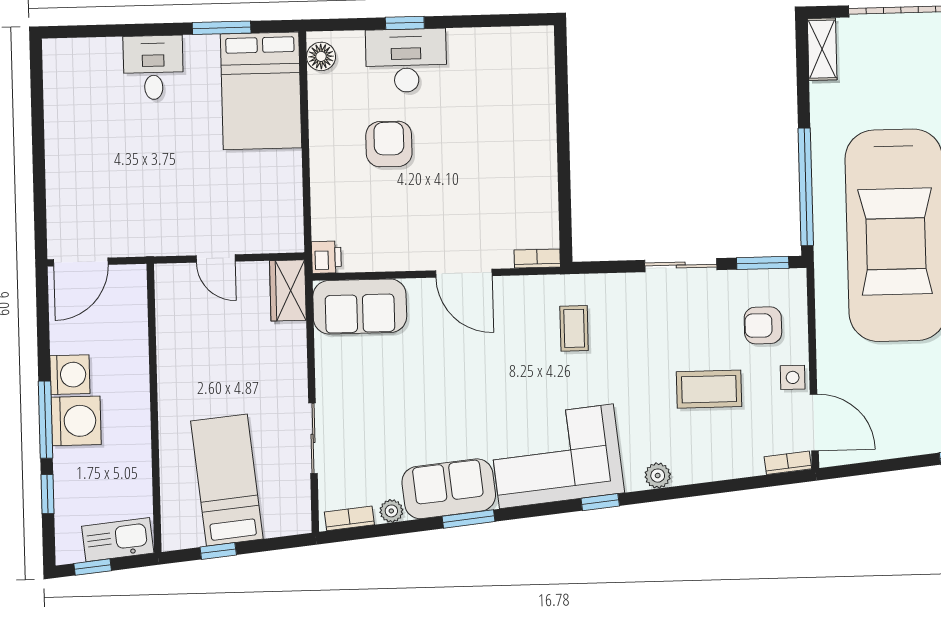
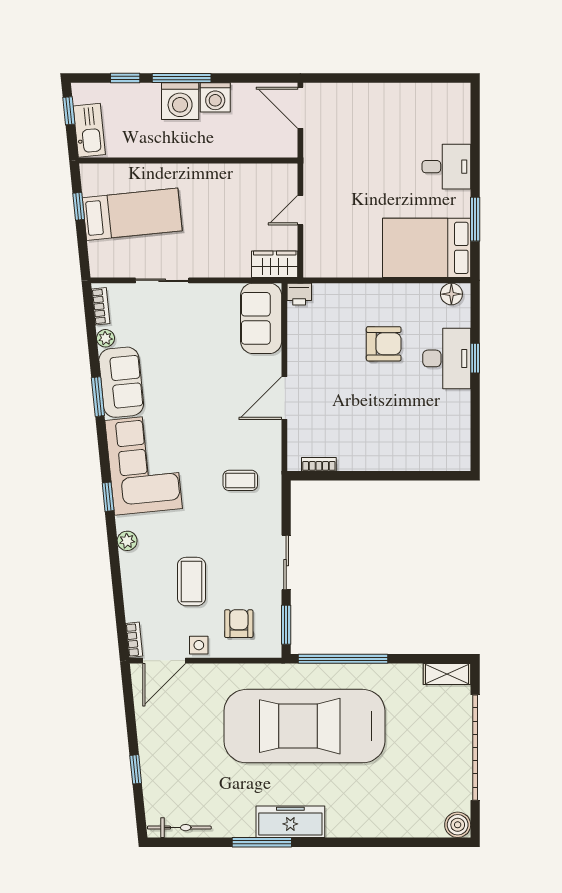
bookcase: (537, 258) -> (319, 464), moved, turned -90

